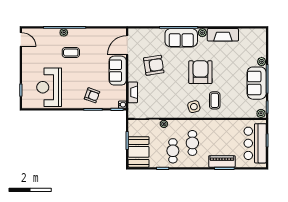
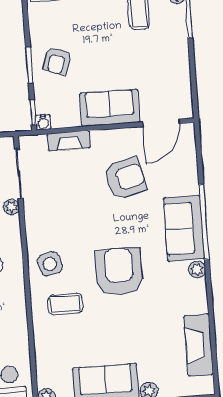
fireplace: (223, 35) -> (199, 345), moved
door: (127, 45) -> (161, 123), swing flipped
armchair: (154, 65) -> (125, 178), turned -95
armchair: (200, 72) -> (119, 272), turned -90

